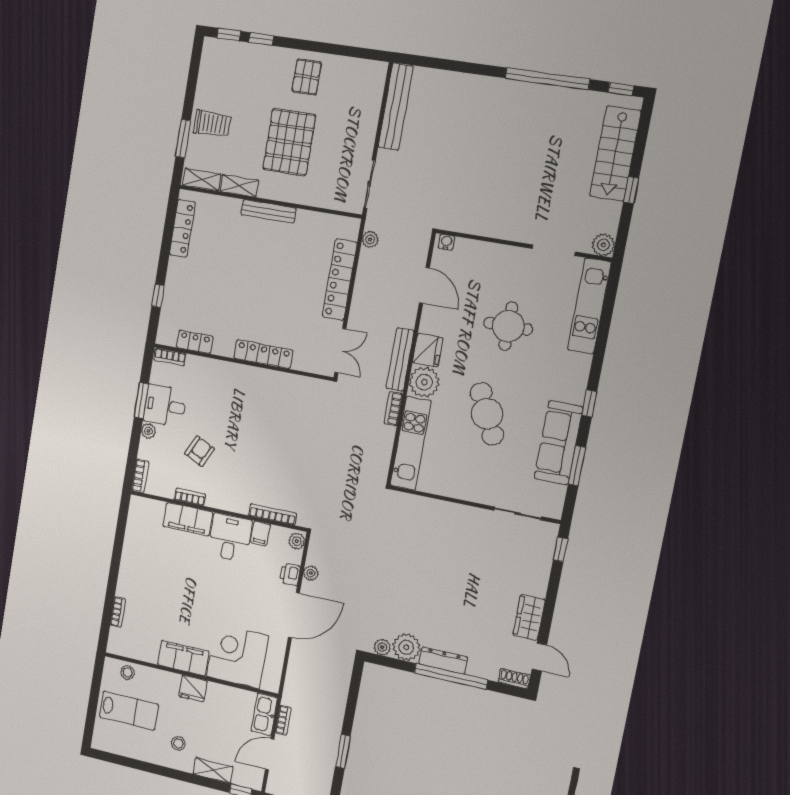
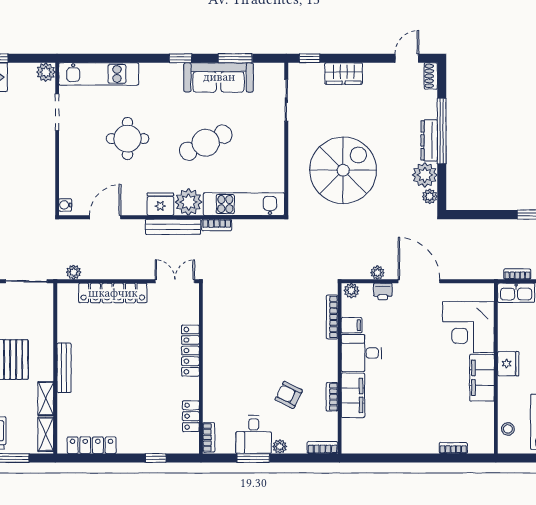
spiral stairs: (428, 560) -> (343, 170), added
wardrobe: (529, 617) -> (344, 74), moved

